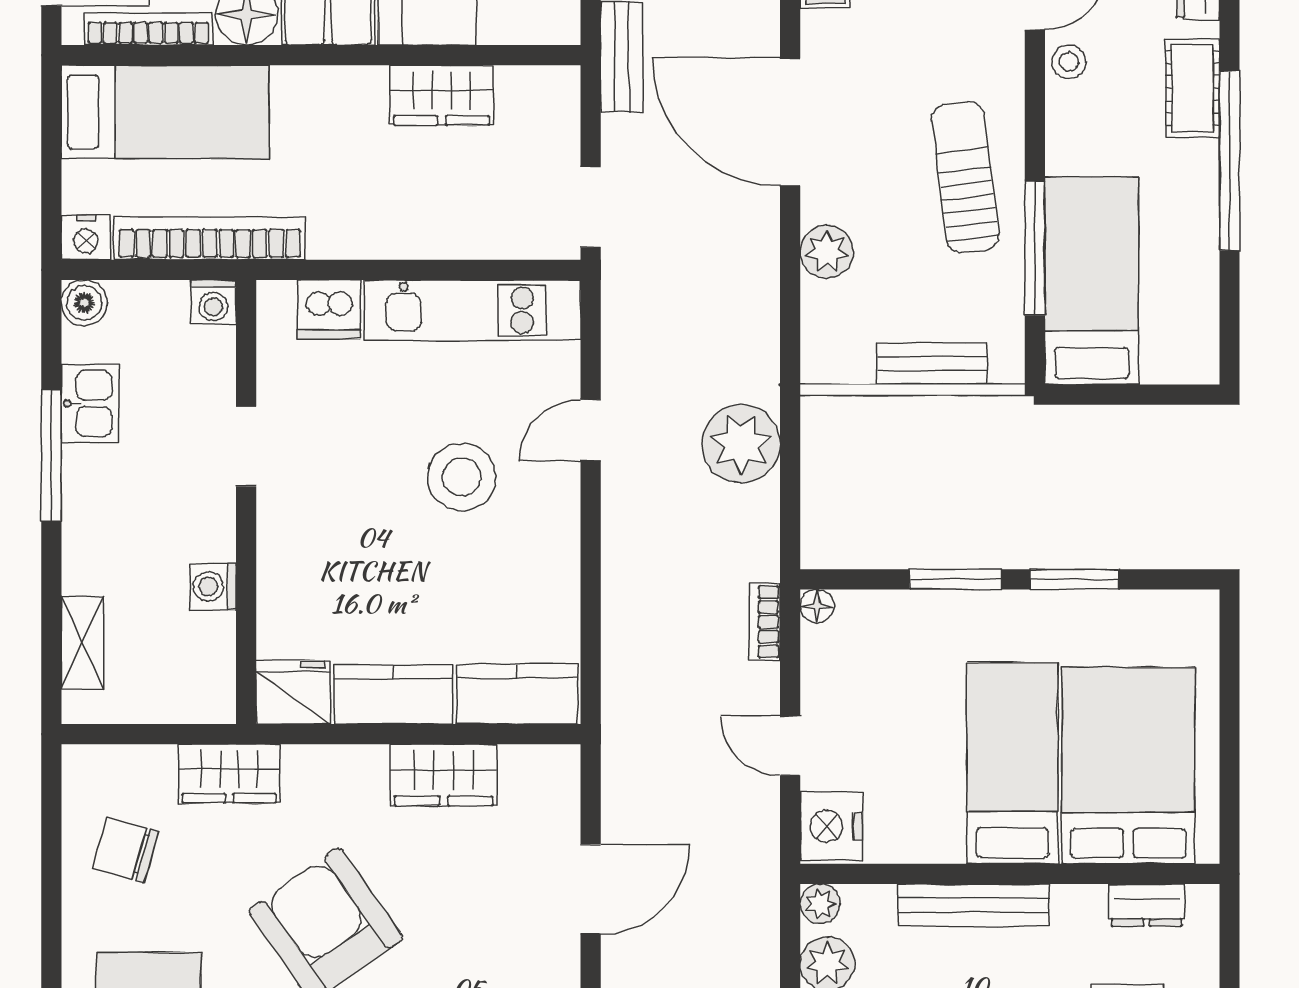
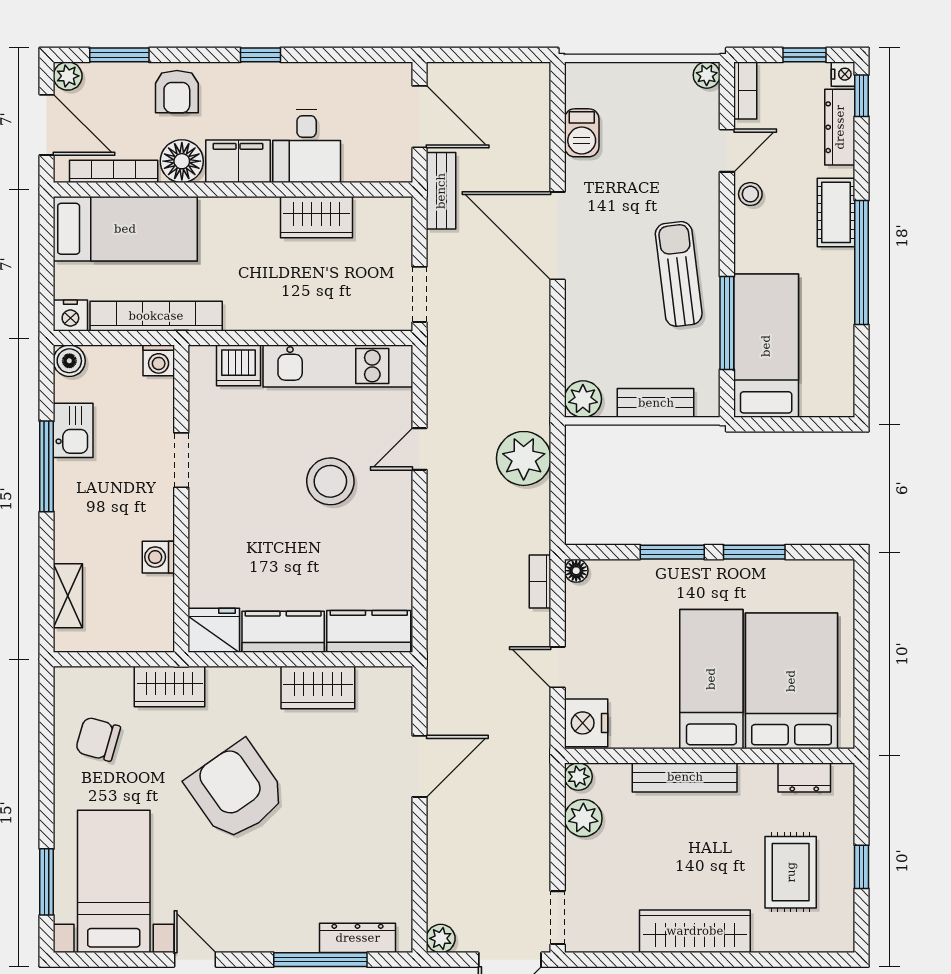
plant: (827, 252) -> (583, 399), moved

